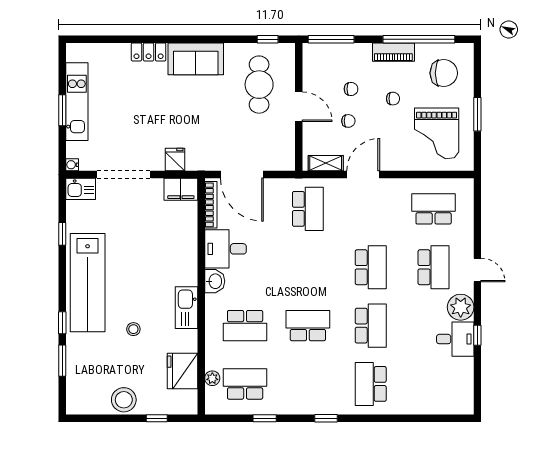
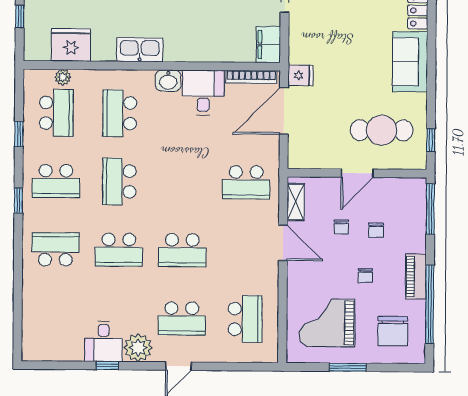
fridge: (175, 160) -> (300, 75), moved
school desk: (308, 326) -> (119, 181), turned 180
school desk: (308, 384) -> (56, 181), added

